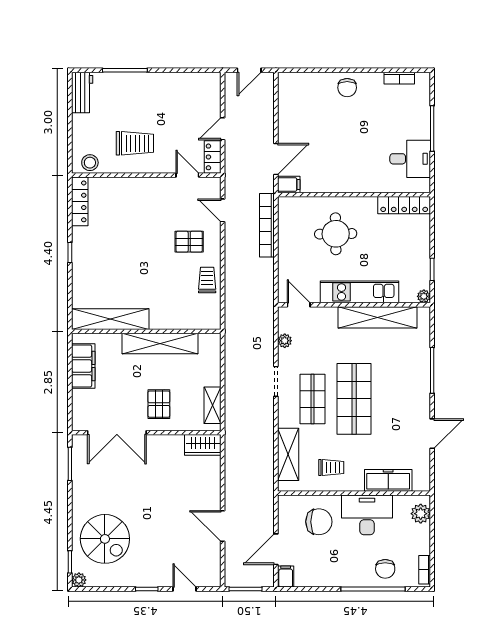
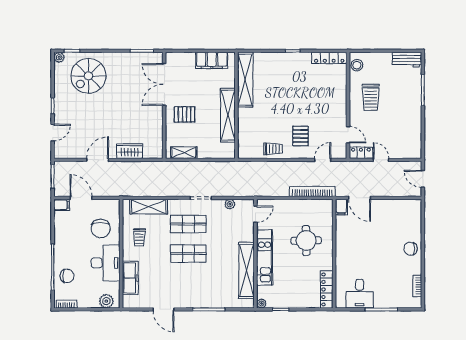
door: (187, 175) -> (348, 135), hinge flipped
shop shelf: (354, 399) -> (188, 254), width x0.70, depth x0.74
wardrobe: (203, 445) -> (130, 151), moved, turned 90
chair: (385, 569) -> (67, 276), turned 180

